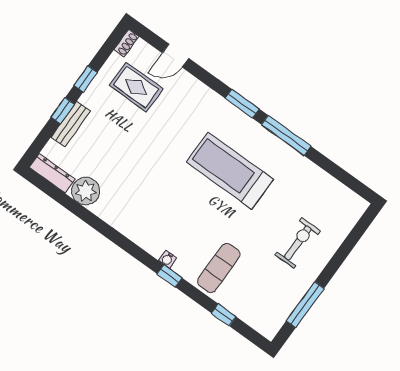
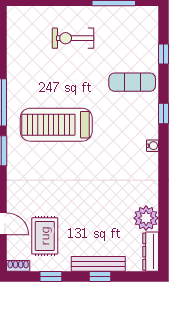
window: (86, 79) -> (51, 277), moved
bench: (71, 124) -> (98, 264), width x1.36
treadmill: (230, 171) -> (56, 125), turned 90
water cooler: (167, 259) -> (153, 146), moved

